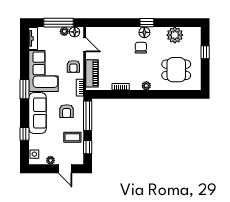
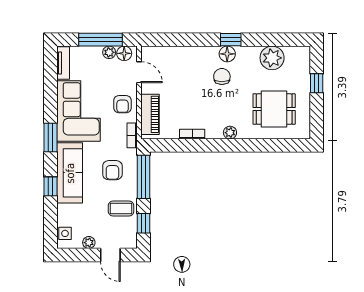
window: (24, 134) -> (50, 186), moved

